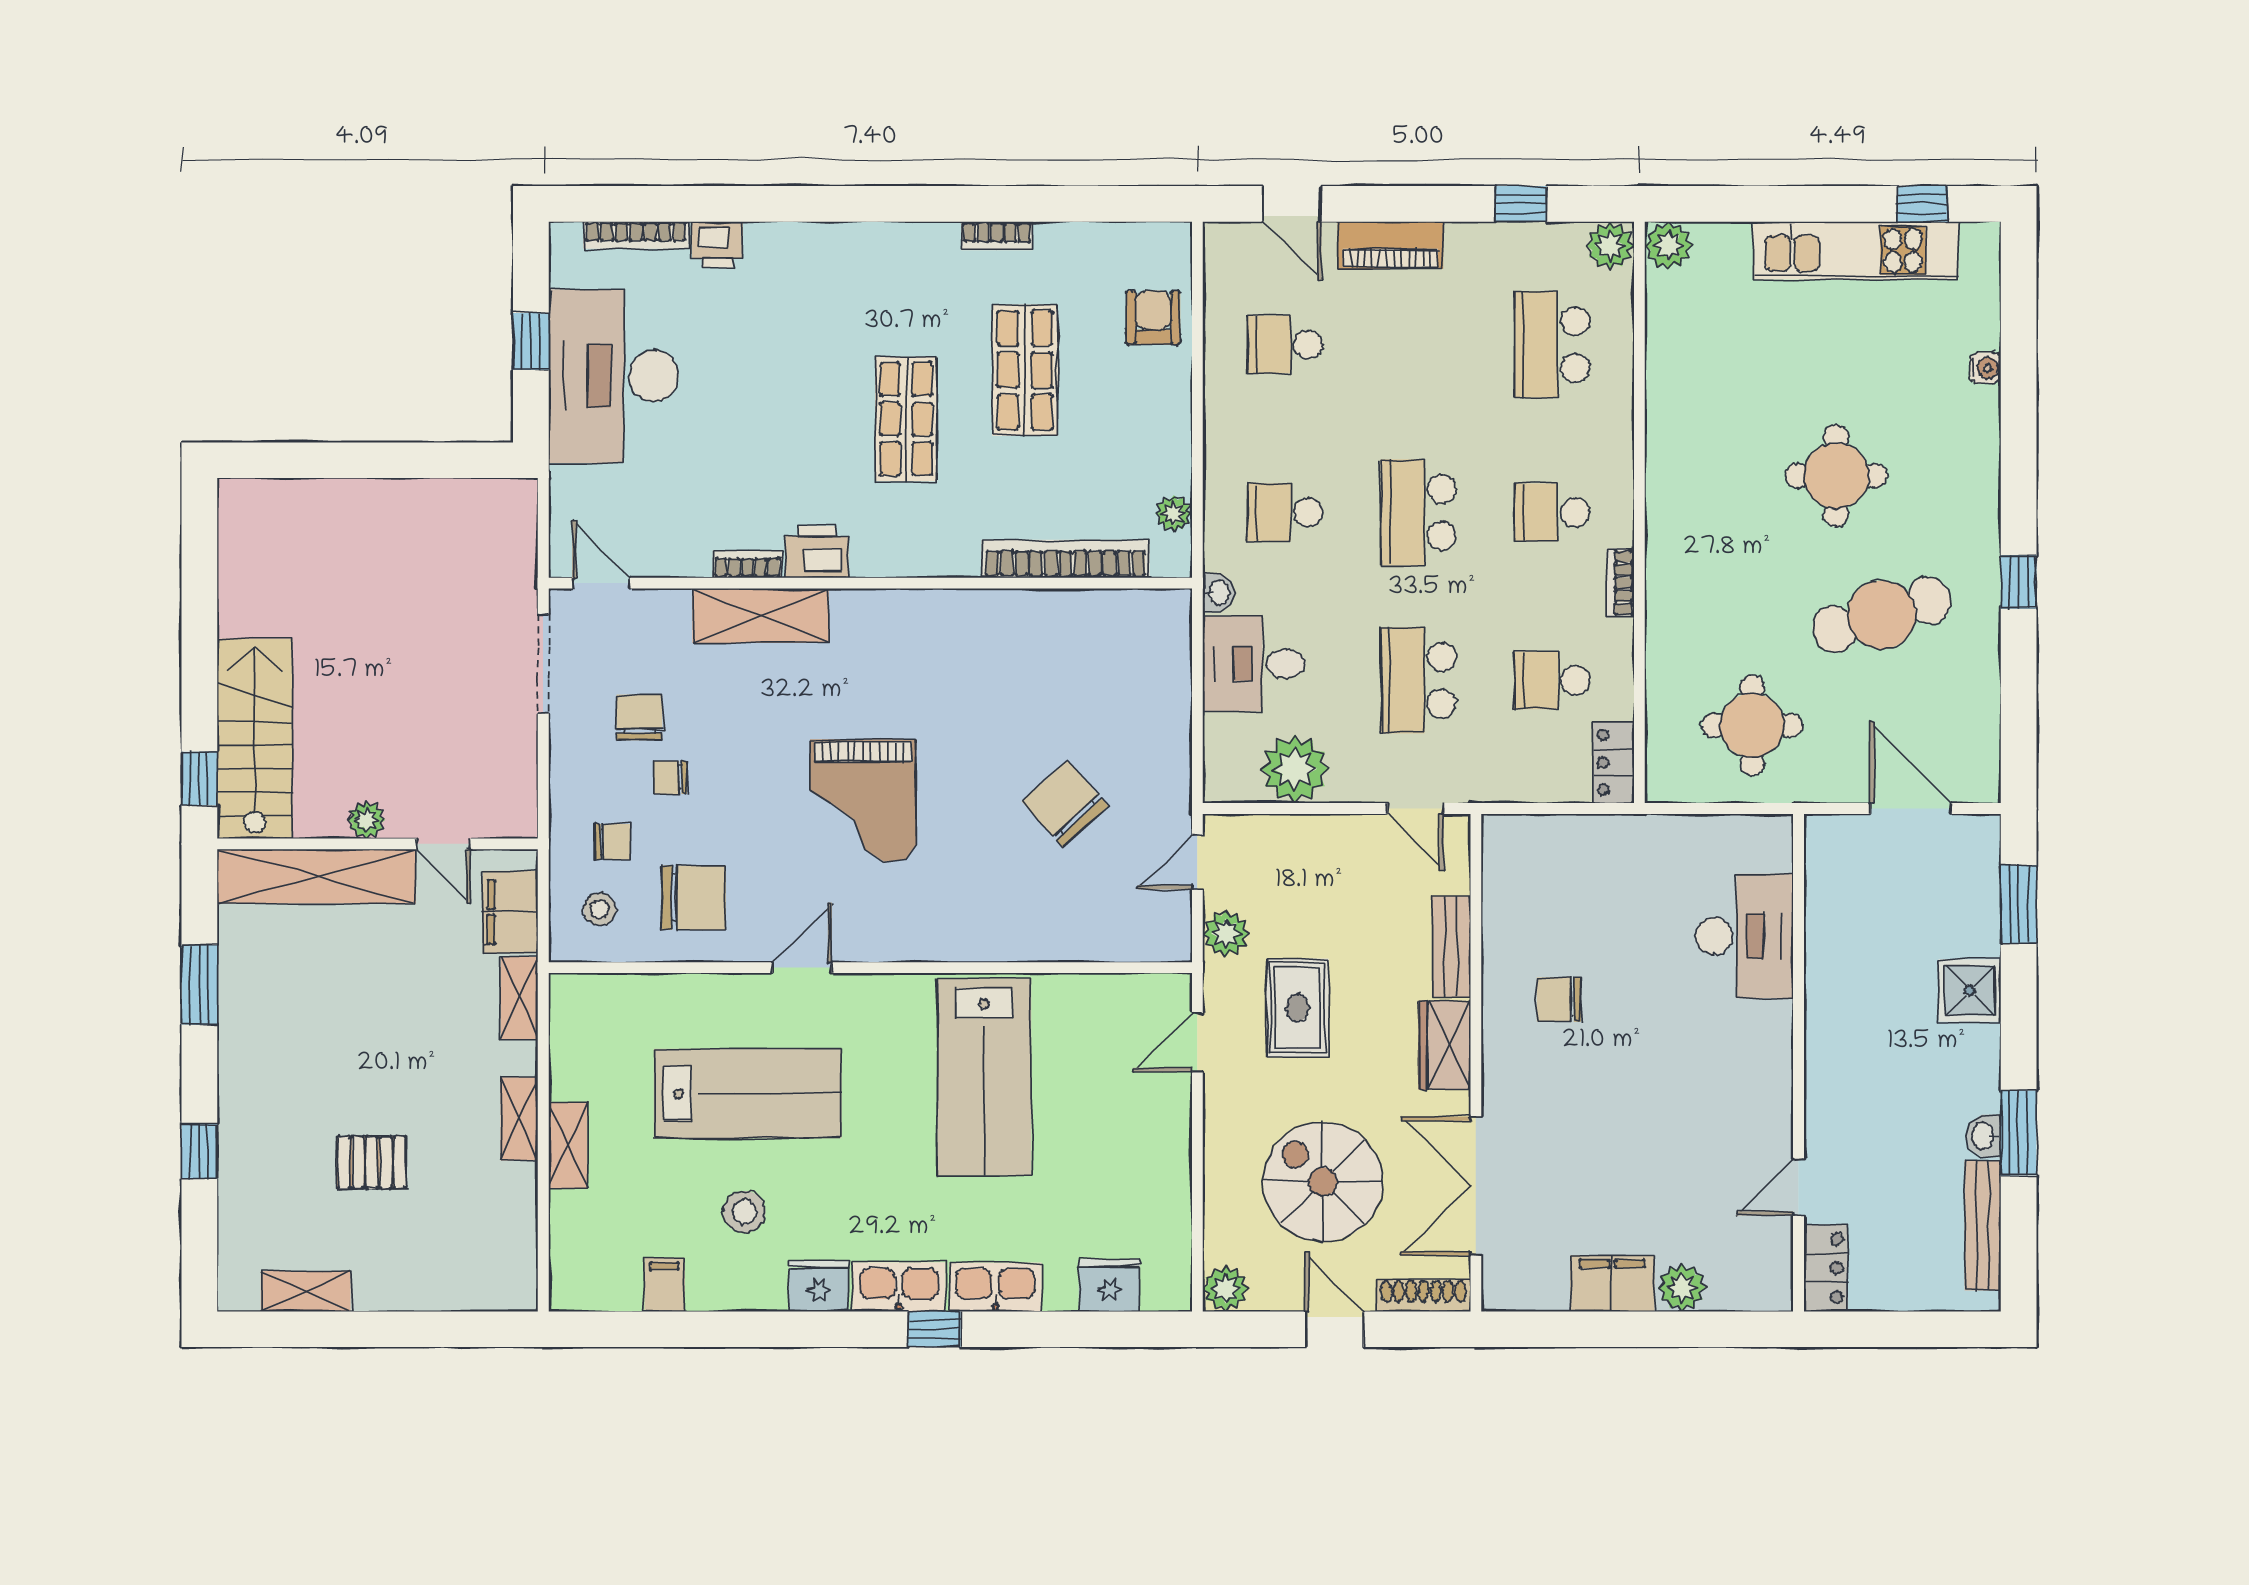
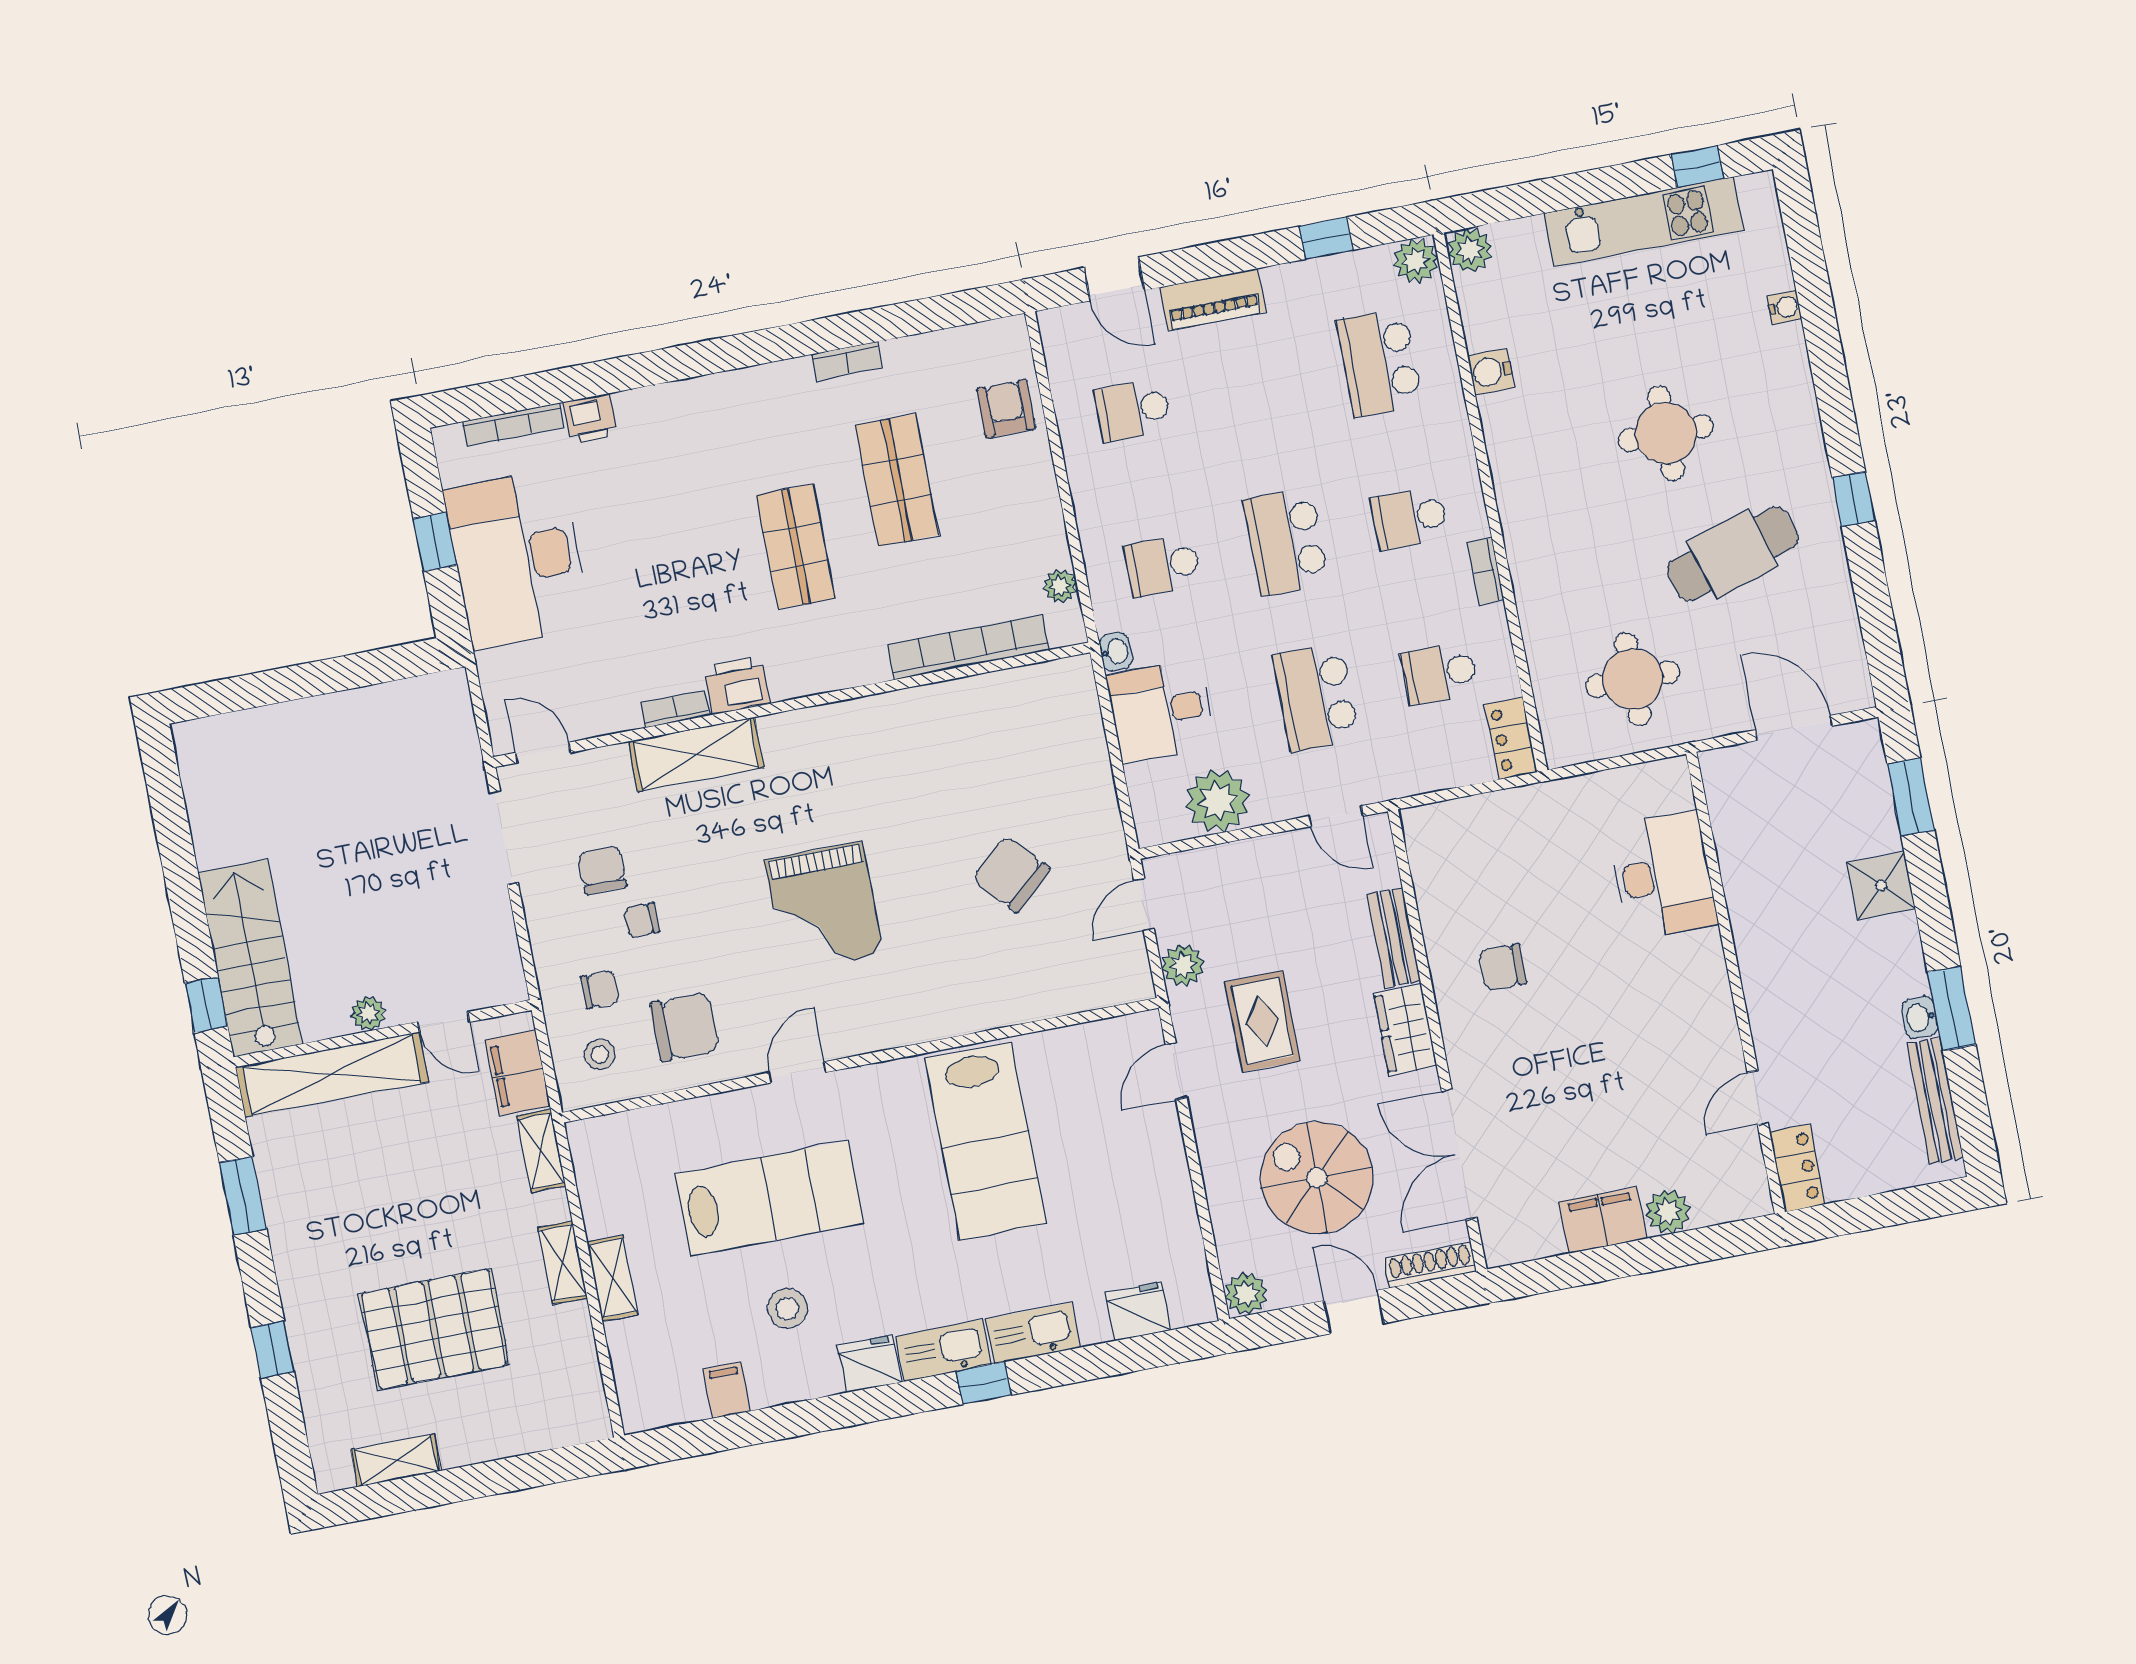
water cooler: (1666, 376) -> (1491, 372), added
pallet: (372, 1162) -> (434, 1329), width x2.05, depth x2.00

